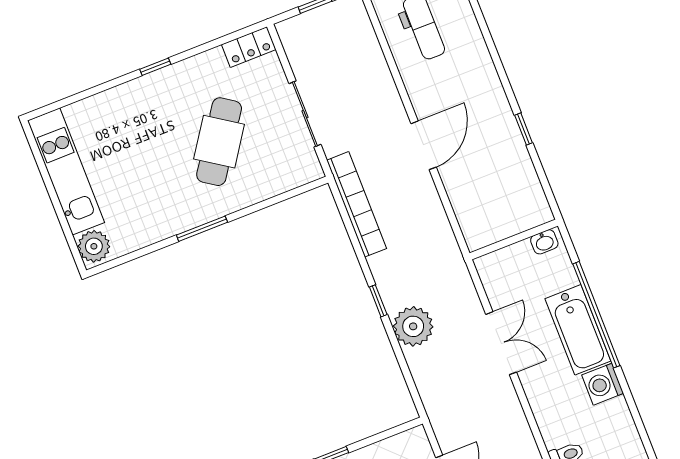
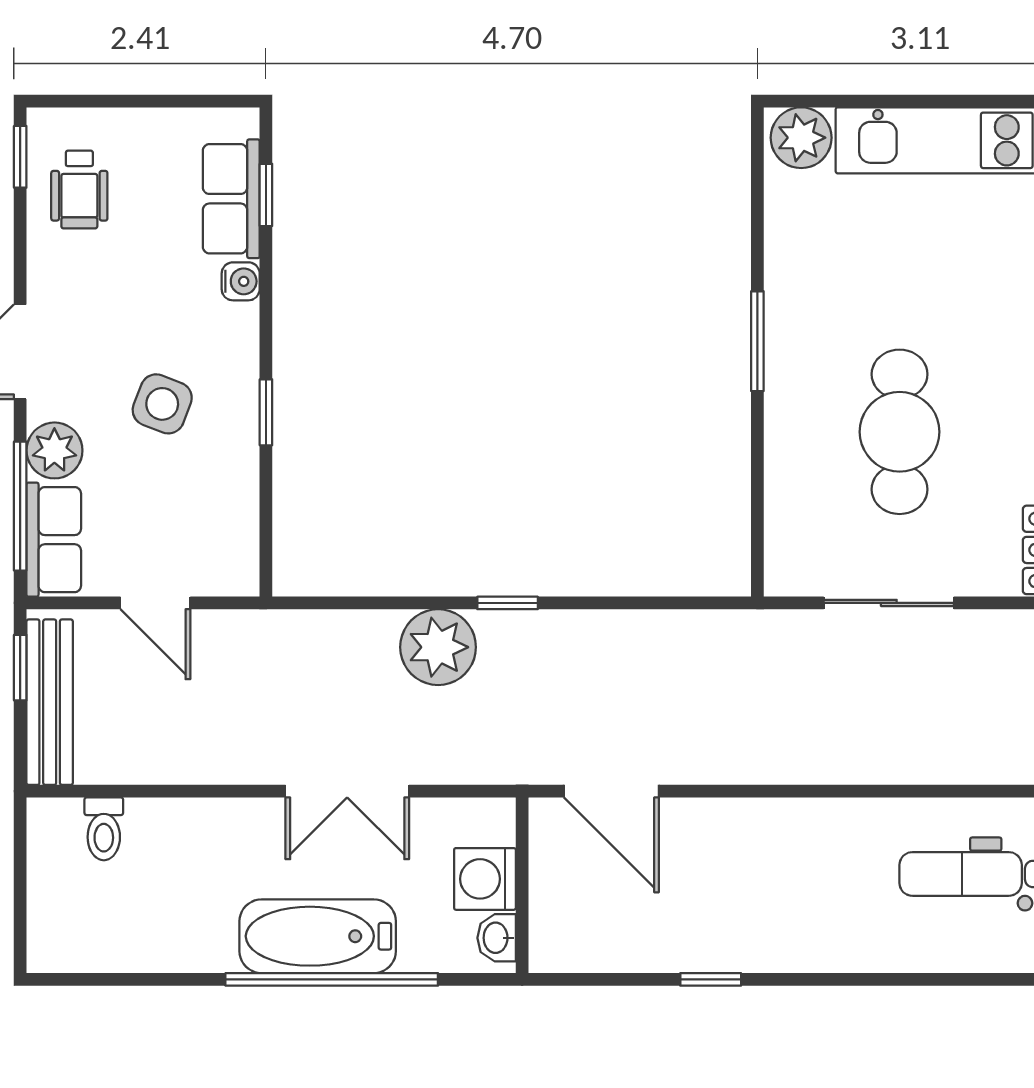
cafe table: (219, 142) -> (900, 432), turned 56
door: (424, 145) -> (611, 791), moved
bookcase: (357, 204) -> (693, 632), removed
washing machine: (603, 384) -> (485, 879), moved, turned -90

